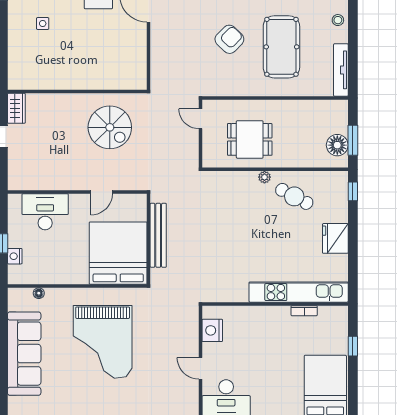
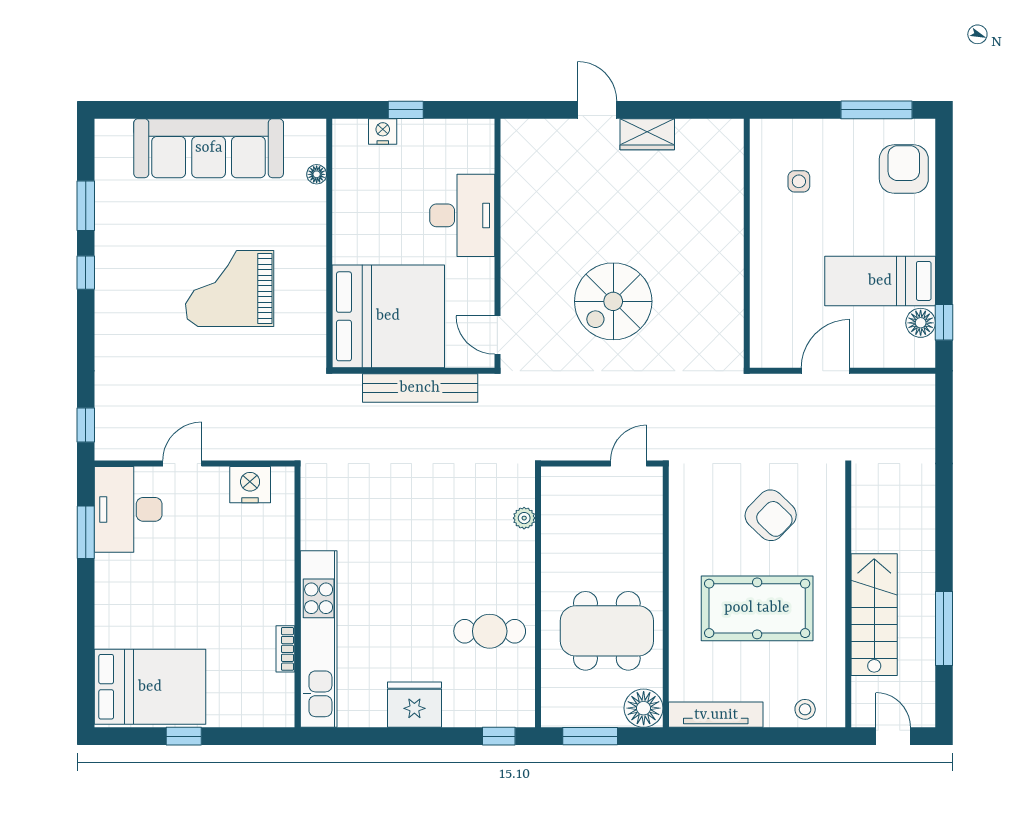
wall: (77, 92) -> (747, 243), moved
dining table: (250, 139) -> (607, 631), moved, width x1.38
floor lamp: (337, 145) -> (644, 708), moved
plant: (264, 177) -> (524, 518), moved
door: (102, 192) -> (497, 335), moved
cafe table: (294, 196) -> (490, 631), turned 62
desk: (45, 212) -> (462, 215), moved
grand piano: (103, 342) -> (230, 289), width x0.73, depth x0.68
window: (353, 346) -> (184, 736), moved

